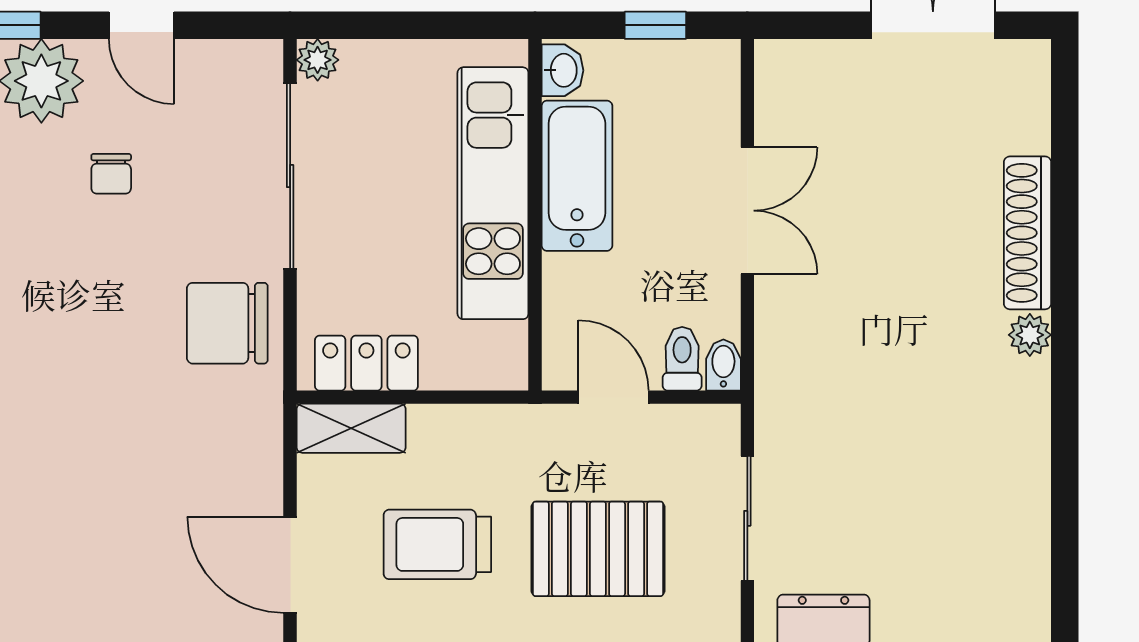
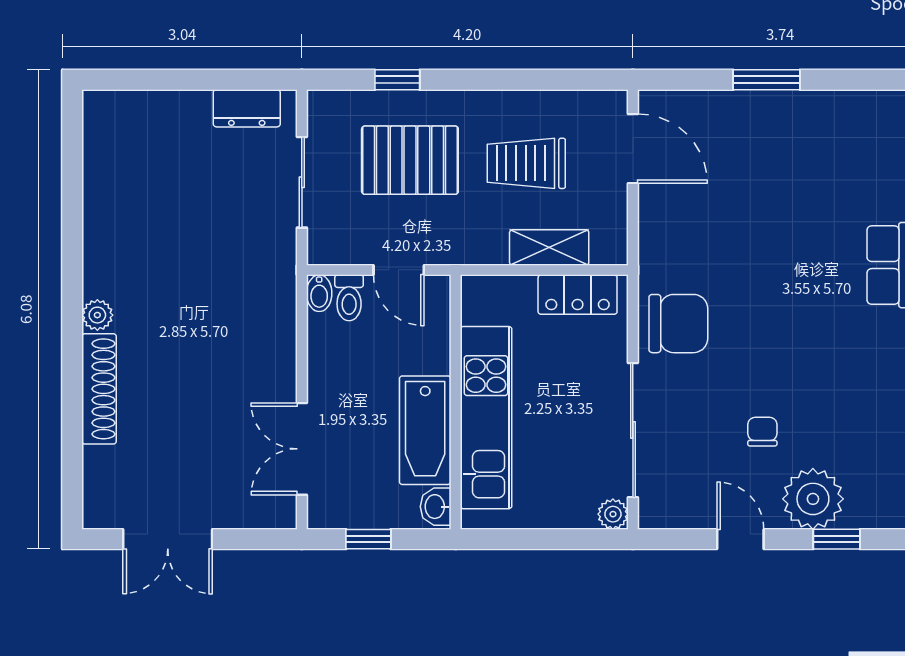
double door: (747, 211) -> (302, 449), moved
shelving: (351, 428) -> (549, 247), moved
trolley: (437, 544) -> (526, 163), turned 180

